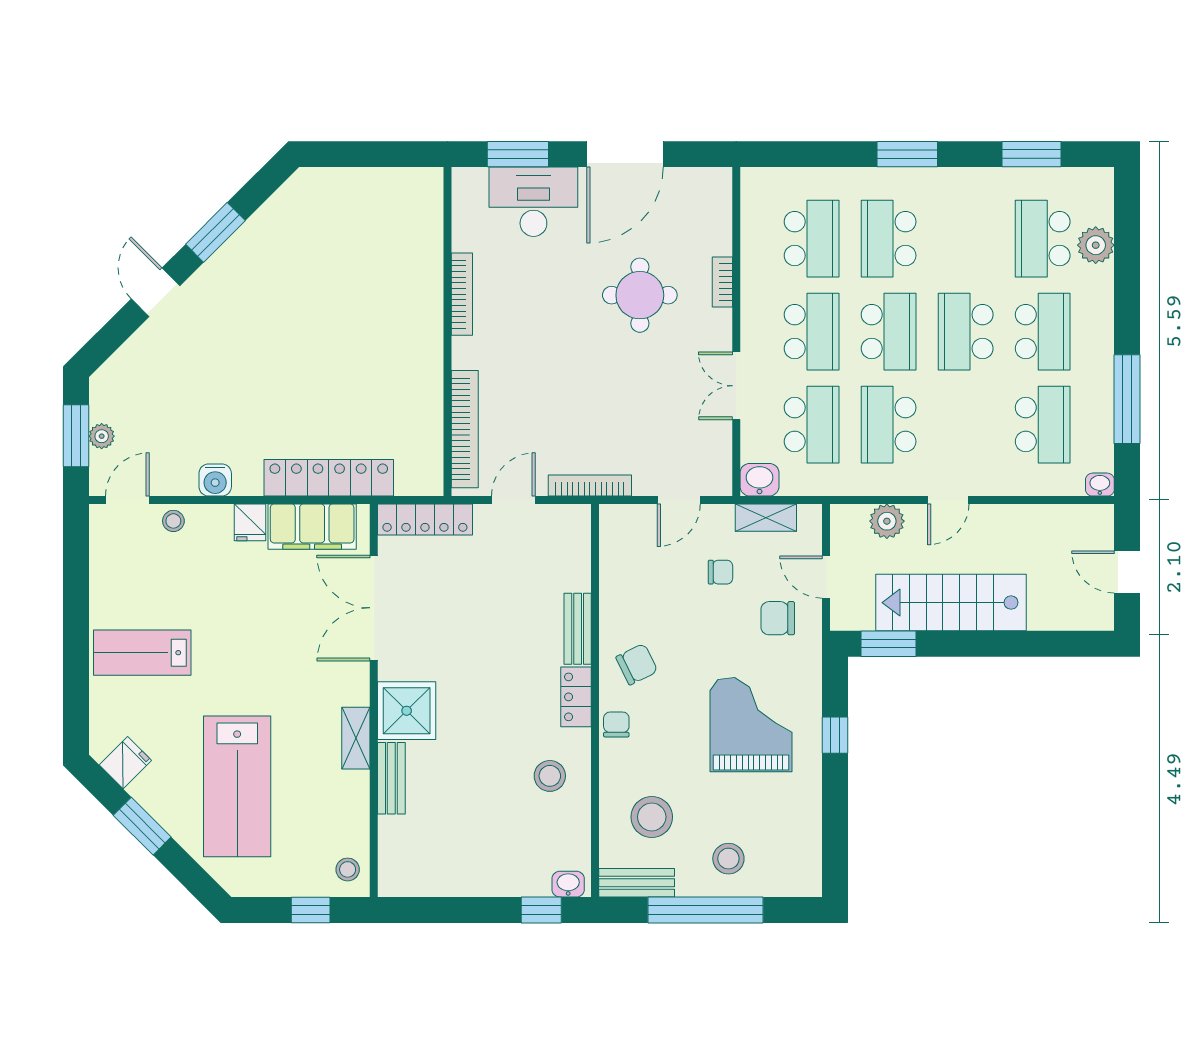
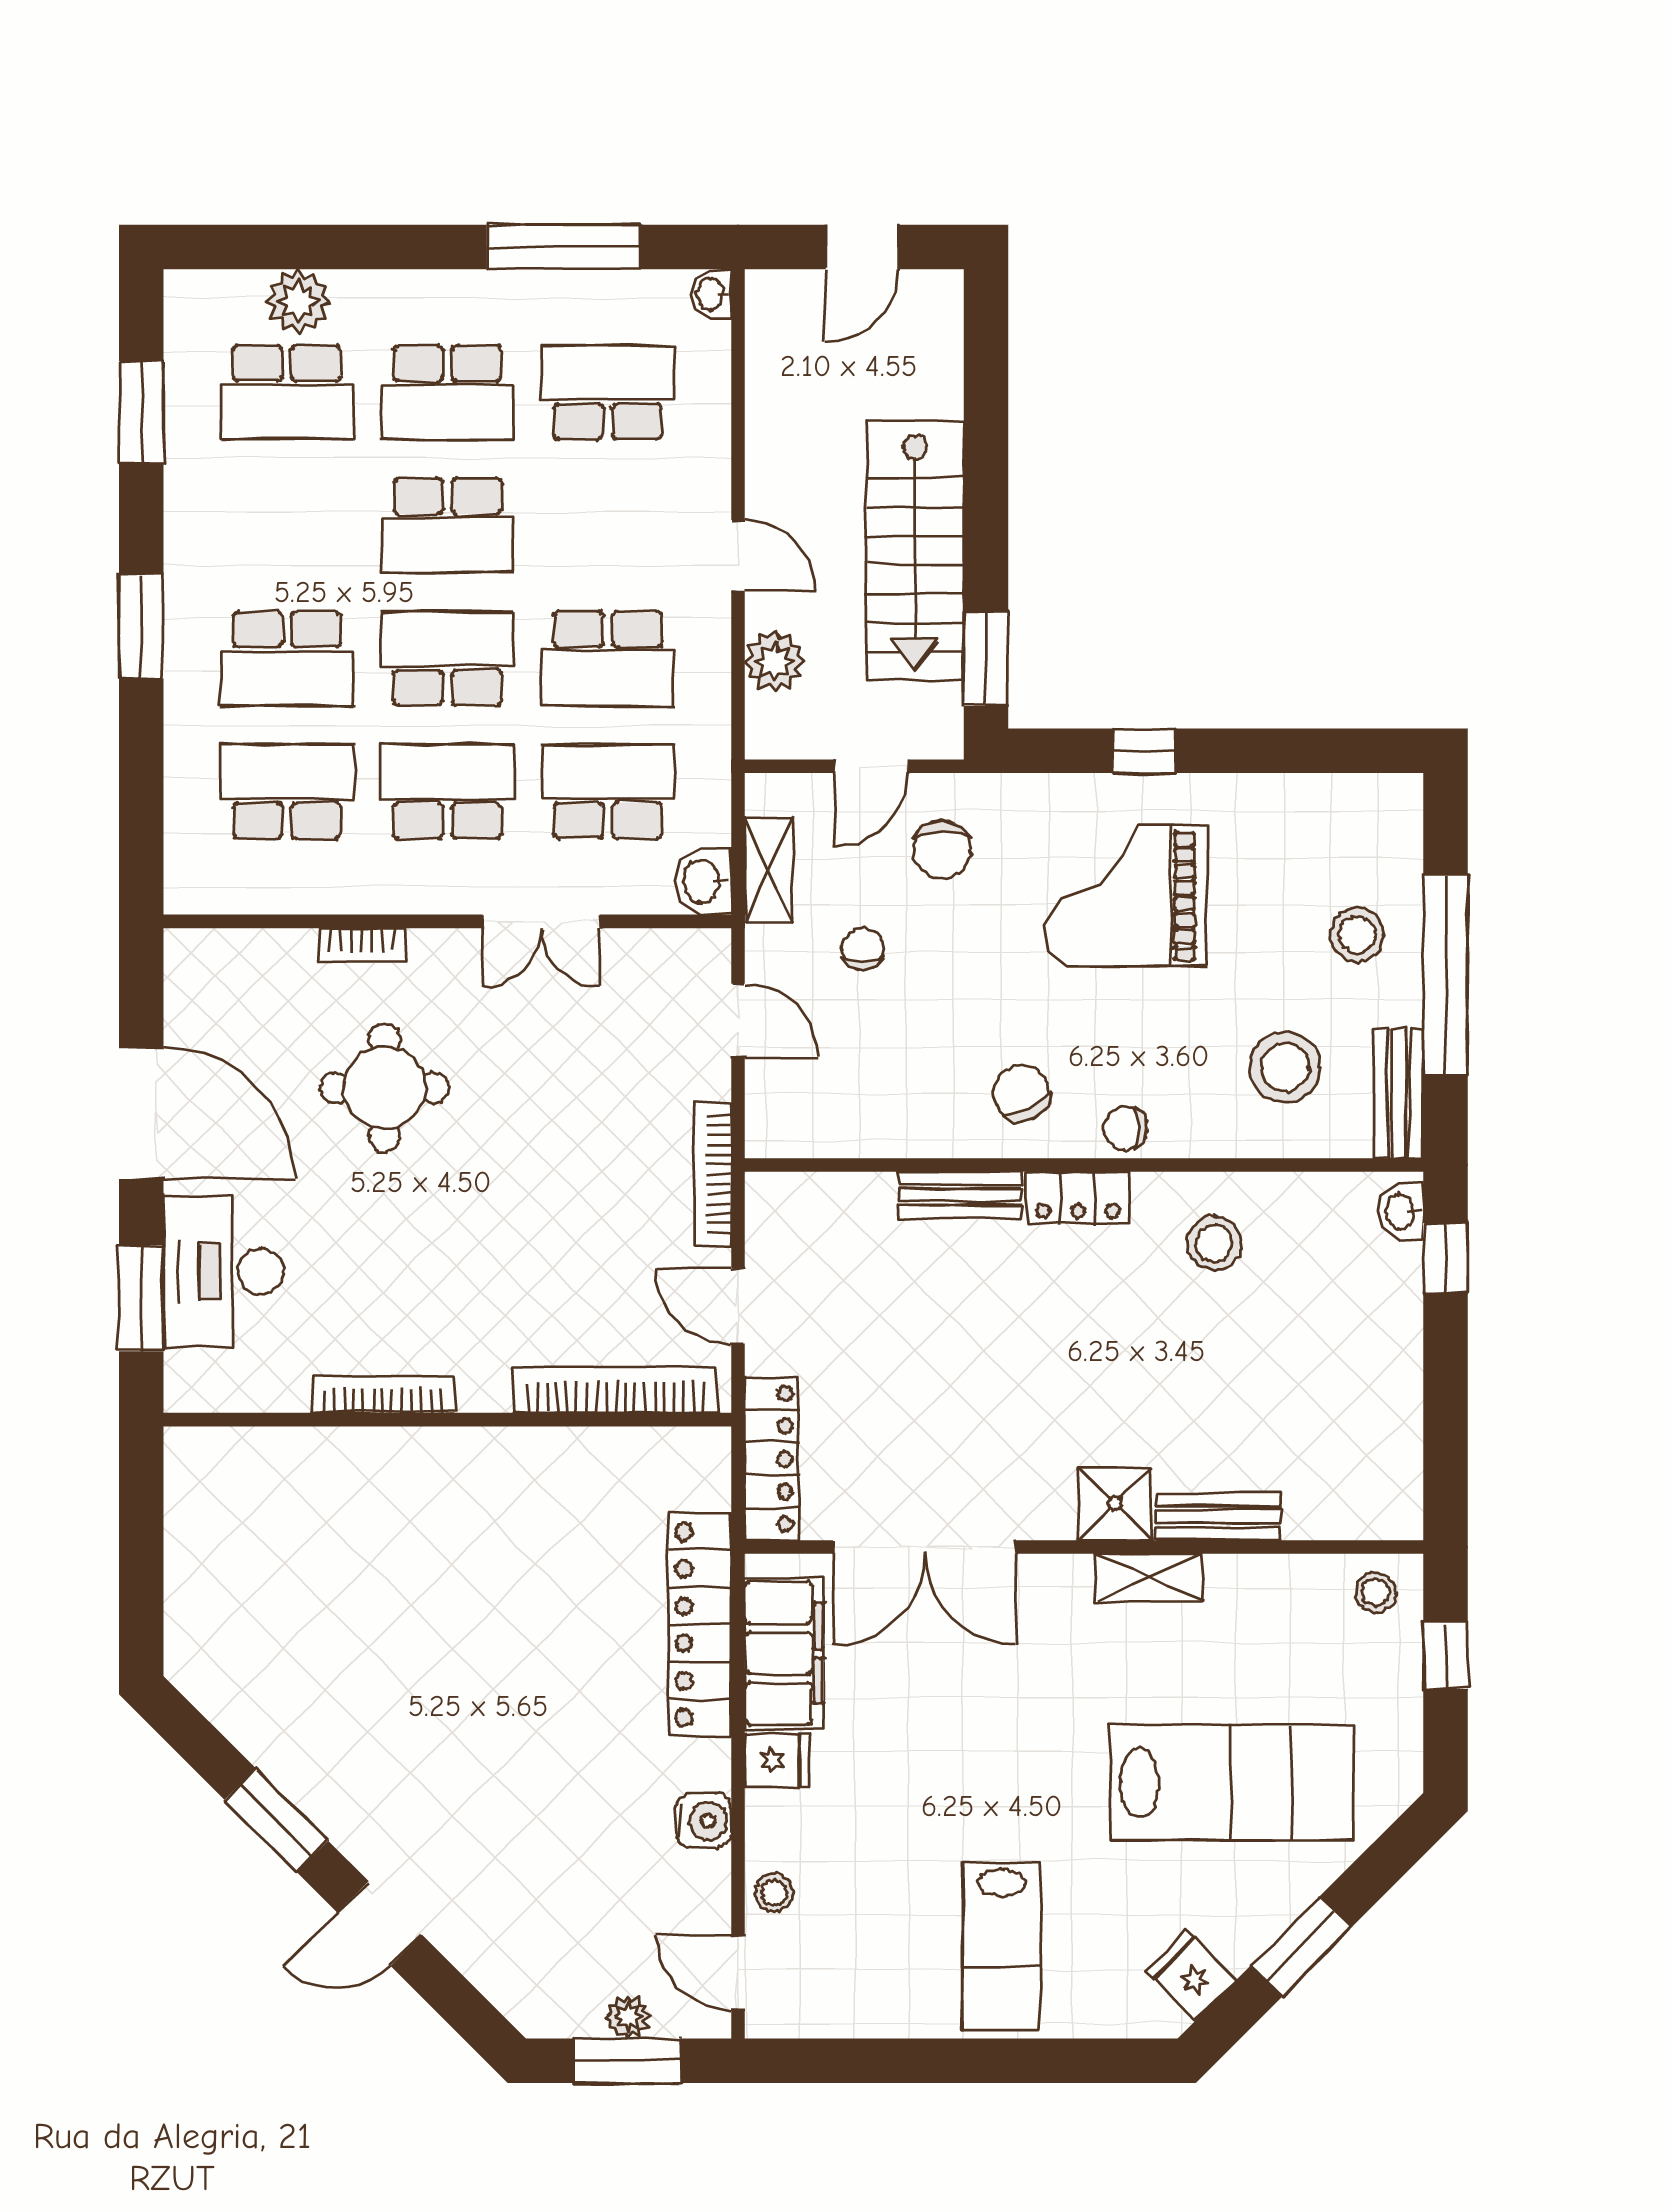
school desk: (1043, 332) -> (447, 393), turned 180
shower: (407, 711) -> (1115, 1504), width x0.73, depth x0.73

